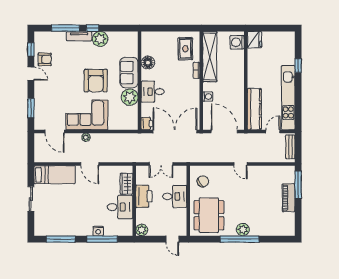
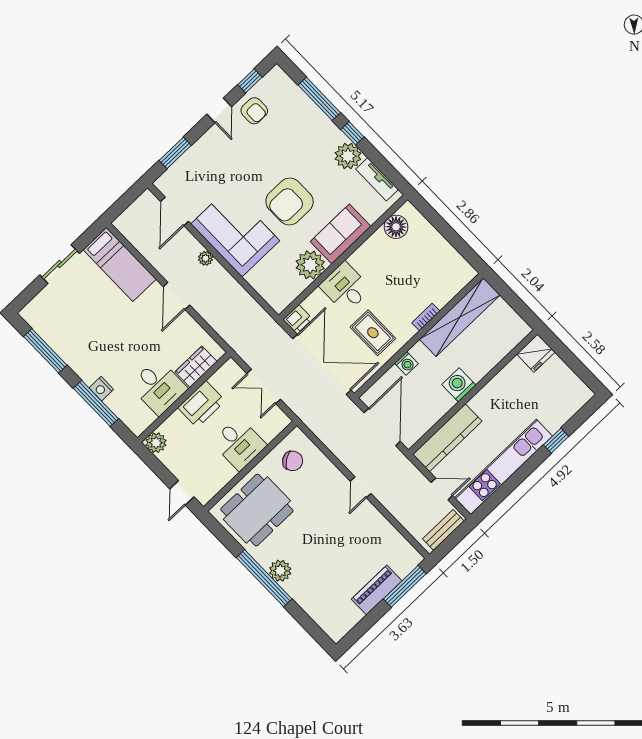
tv unit: (79, 36) -> (377, 179), moved
washing machine: (237, 42) -> (459, 385), moved
rug: (185, 49) -> (373, 333), moved, turned 90
floor lamp: (148, 63) -> (396, 227), moved

